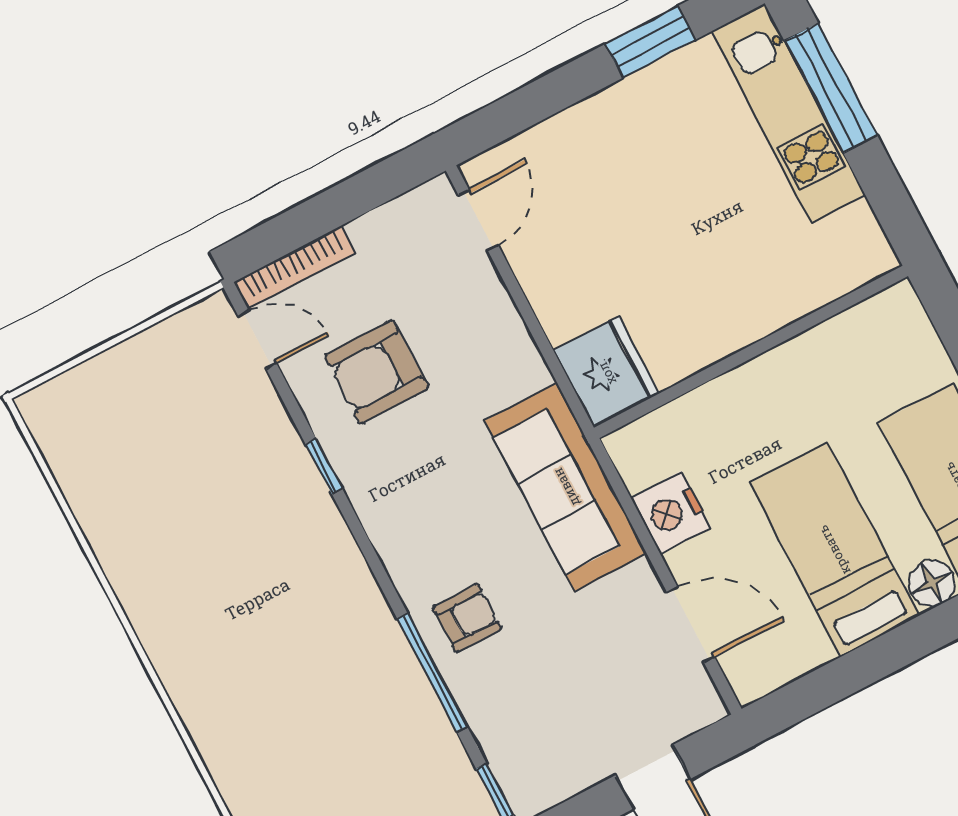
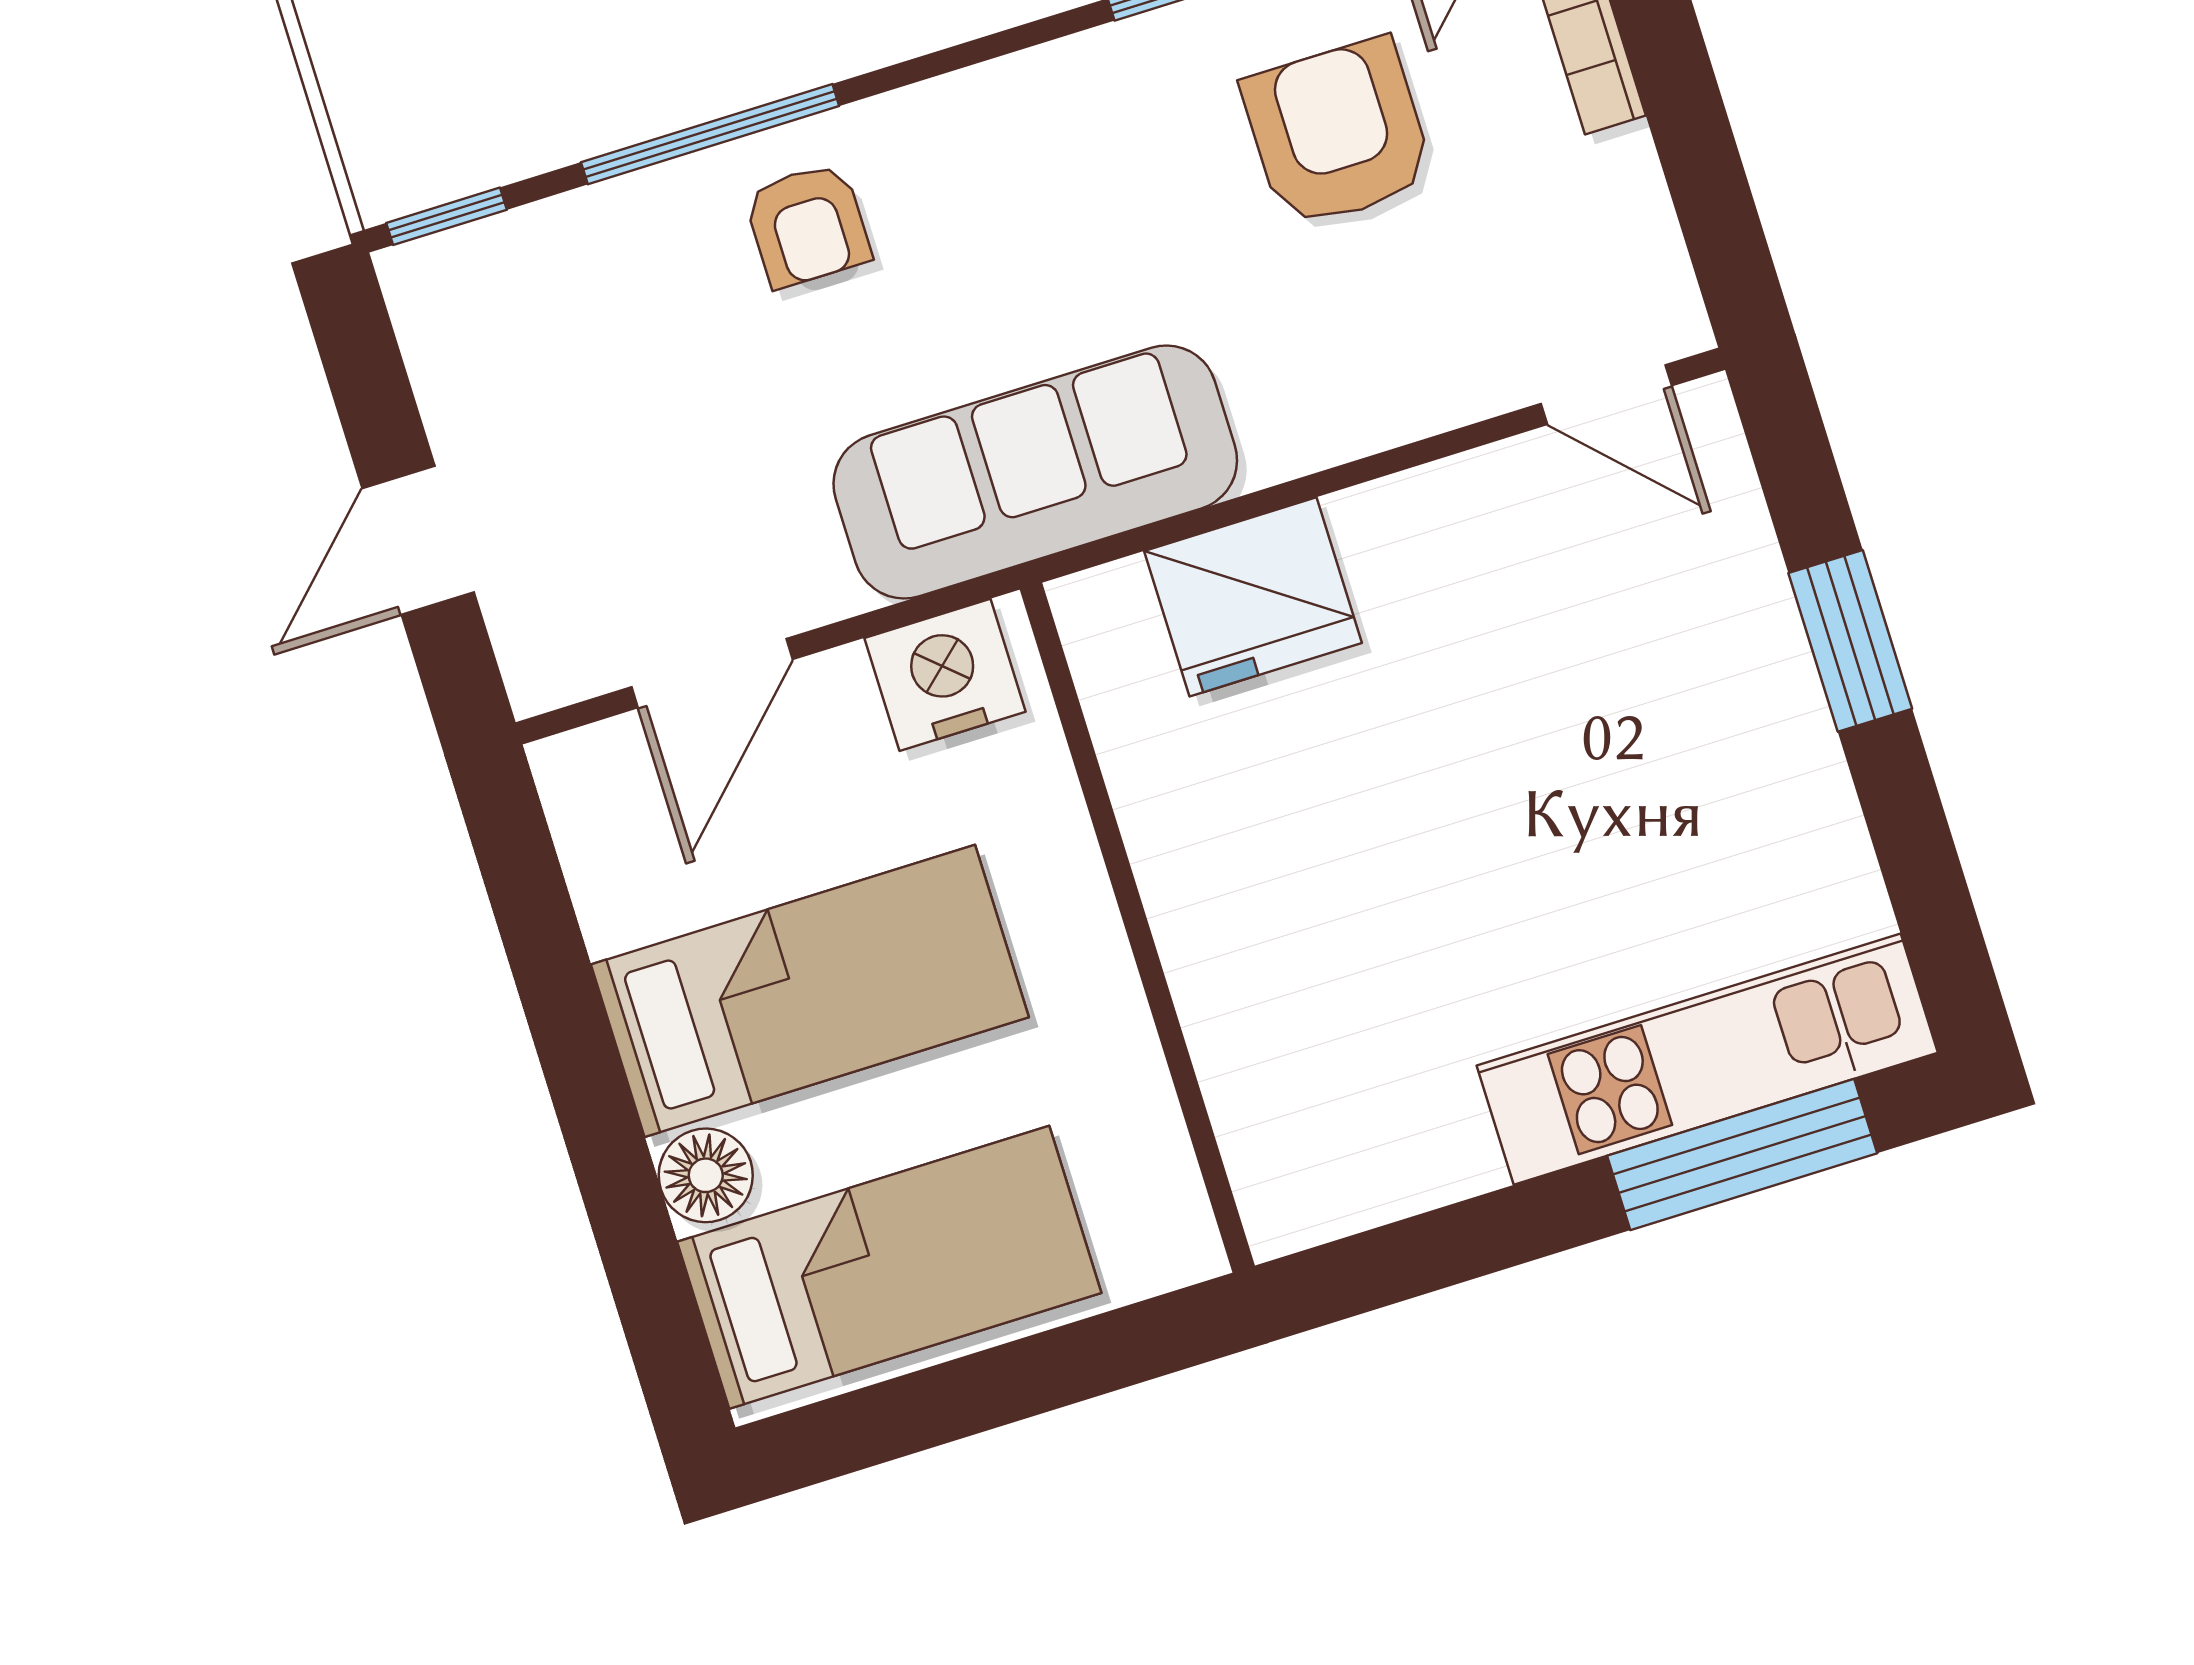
window: (650, 42) -> (1850, 641), moved
wall: (751, 352) -> (1137, 928), moved

